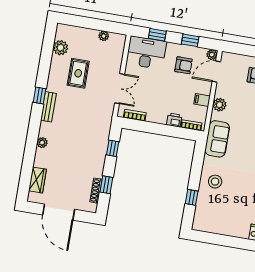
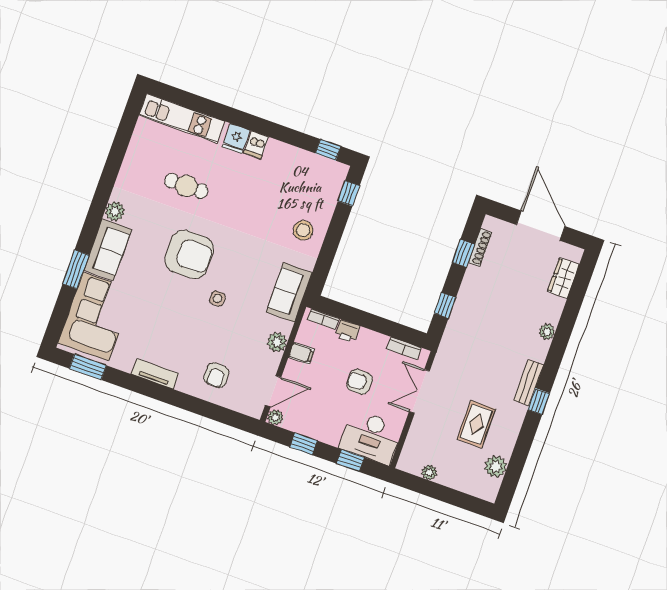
armchair: (183, 65) -> (360, 382), moved
window: (192, 197) -> (349, 193), moved
window: (208, 238) -> (328, 150), added

